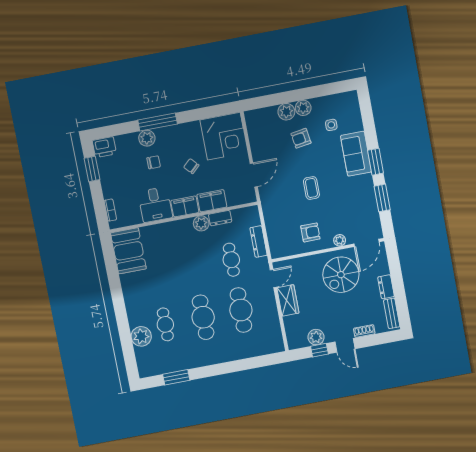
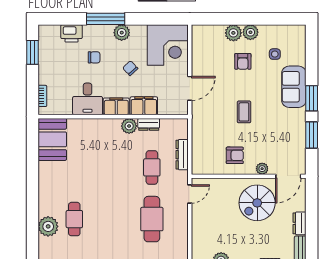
plant: (147, 138) -> (122, 33), moved
armchair: (301, 138) -> (243, 61), turned -81
printer: (104, 147) -> (72, 33), moved
wardrobe: (288, 300) -> (200, 218), removed
cafe table: (203, 317) -> (113, 219), removed

